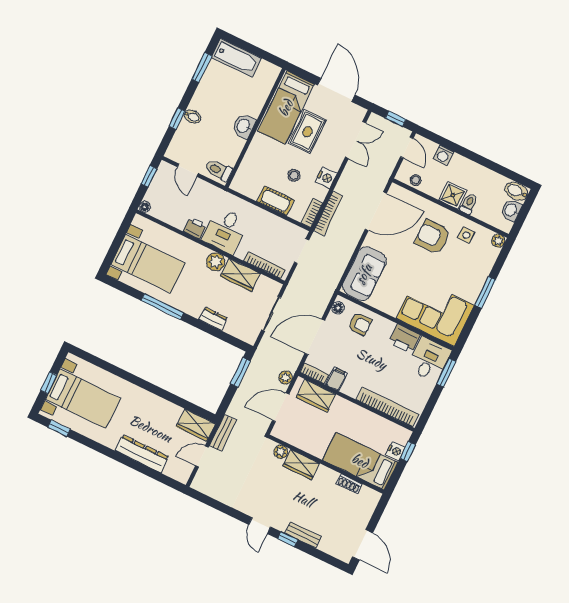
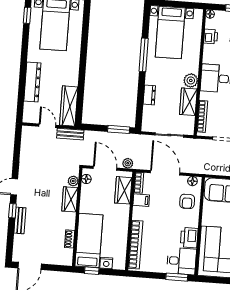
printer: (195, 228) -> (211, 36), moved
wardrobe: (196, 425) -> (69, 106), width x1.50
floor lamp: (285, 435) -> (86, 179), added
window: (408, 451) -> (92, 271), moved

